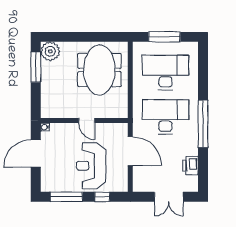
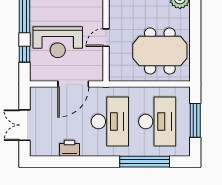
window: (203, 124) -> (145, 162), moved
reception desk: (91, 166) -> (58, 42), turned 180
printer: (190, 166) -> (70, 148), moved

